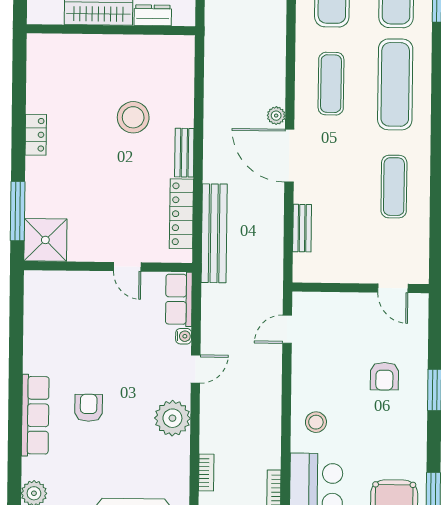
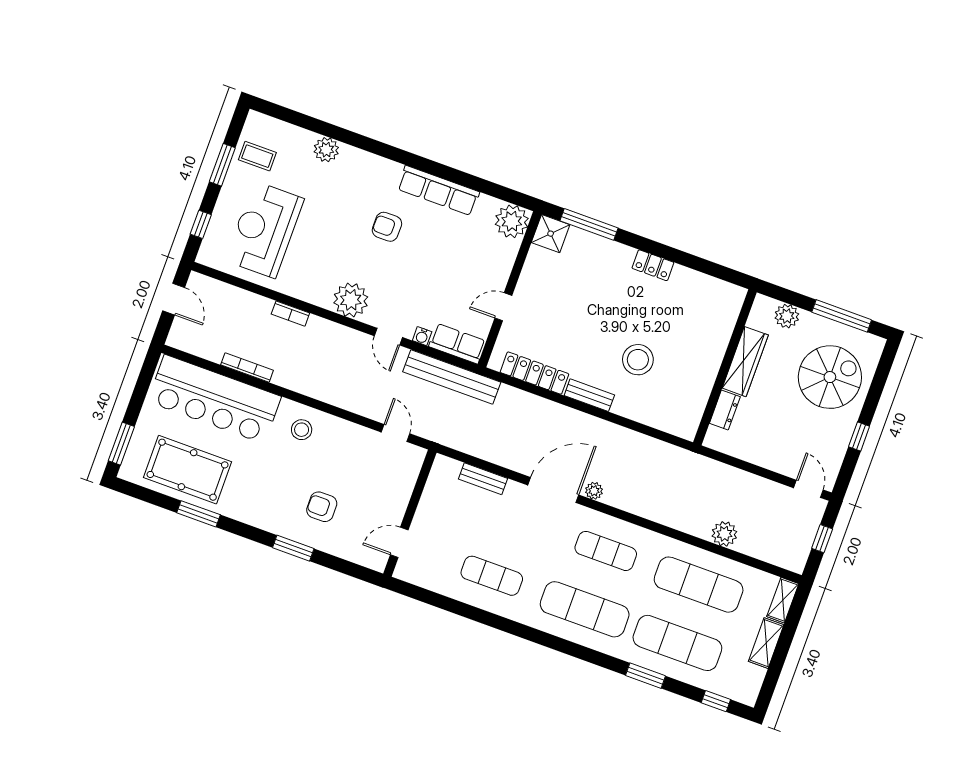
bench: (214, 233) -> (452, 377), moved
shower: (45, 240) -> (551, 234), width x0.73, depth x0.73
plant: (41, 288) -> (512, 221), added
armchair: (89, 408) -> (387, 227), turned 180
row of seats: (35, 415) -> (438, 191), moved

